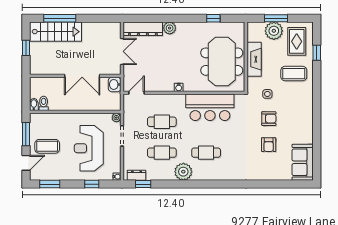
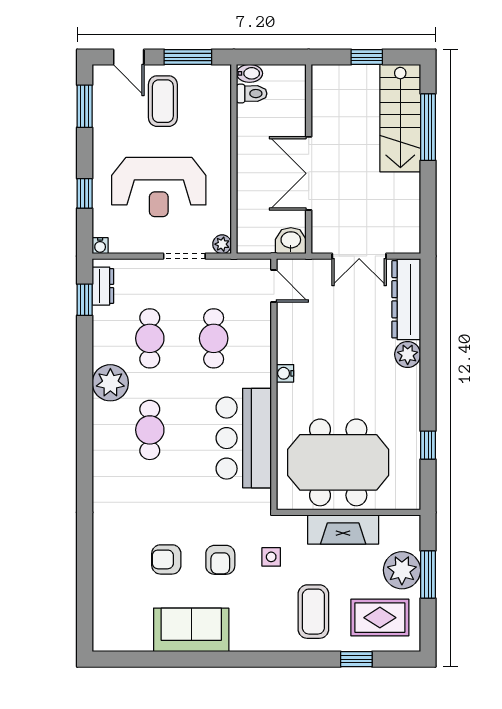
reception desk: (89, 148) -> (159, 187), turned 180
sofa: (303, 162) -> (191, 630), moved

